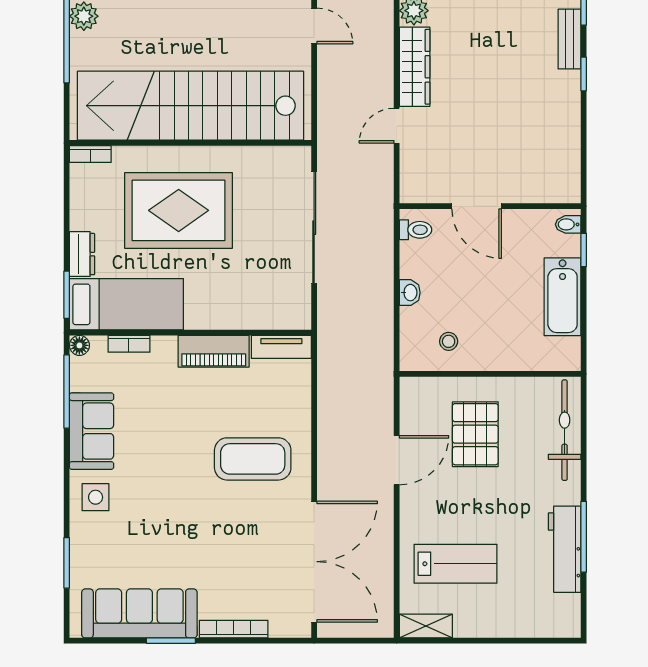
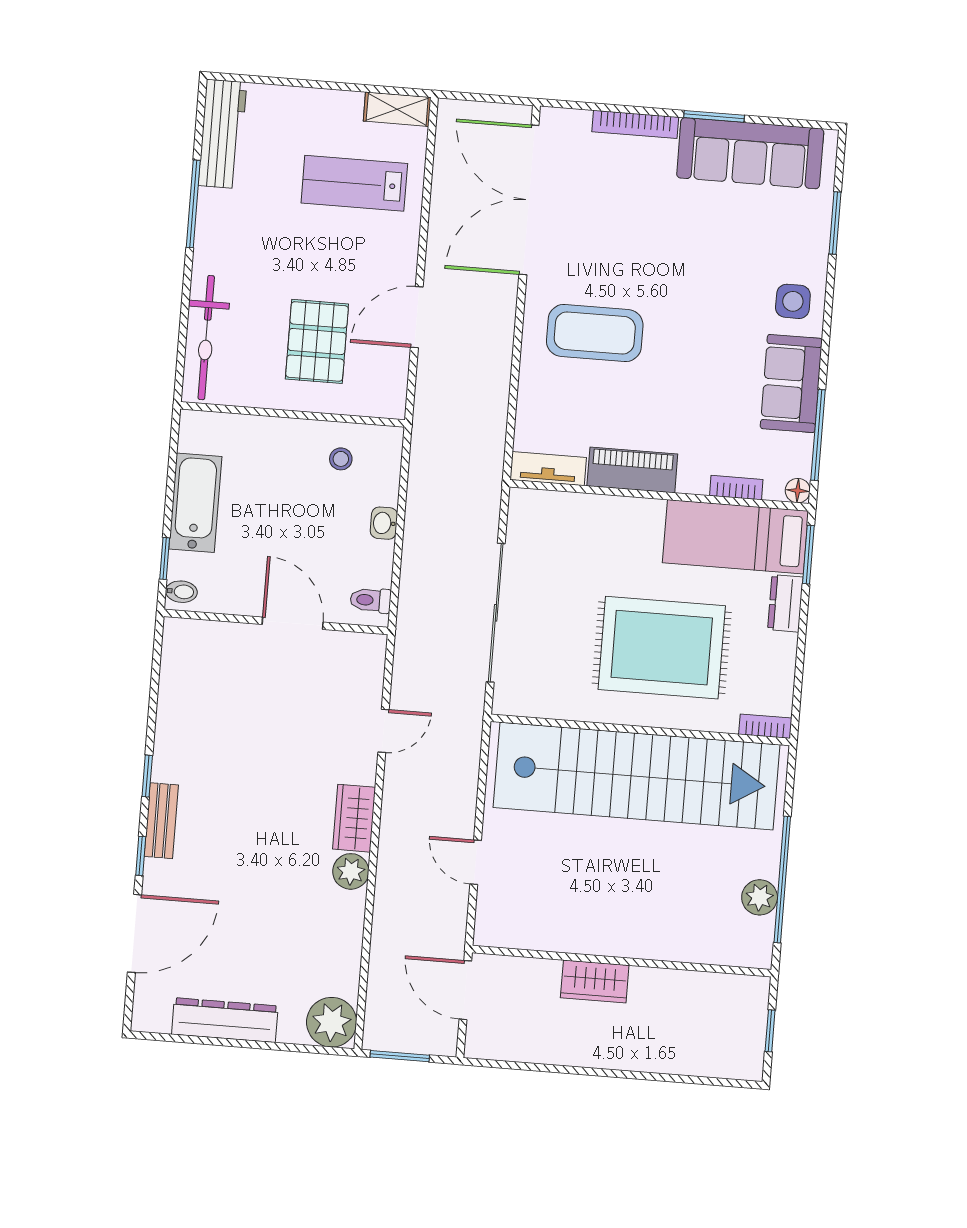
wardrobe: (415, 67) -> (354, 818), width x0.67
workbench: (565, 549) -> (222, 134), moved

